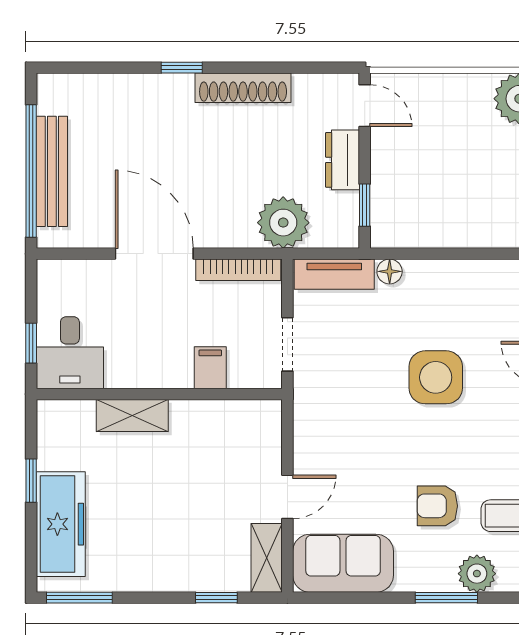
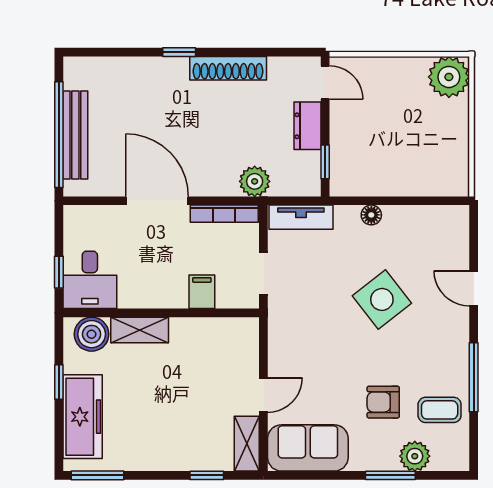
plant: (283, 223) -> (255, 181), width x0.73, depth x0.73
floor lamp: (390, 271) -> (371, 215), moved
side table: (436, 377) -> (382, 299), turned -38
boiler: (72, 421) -> (92, 334), added

